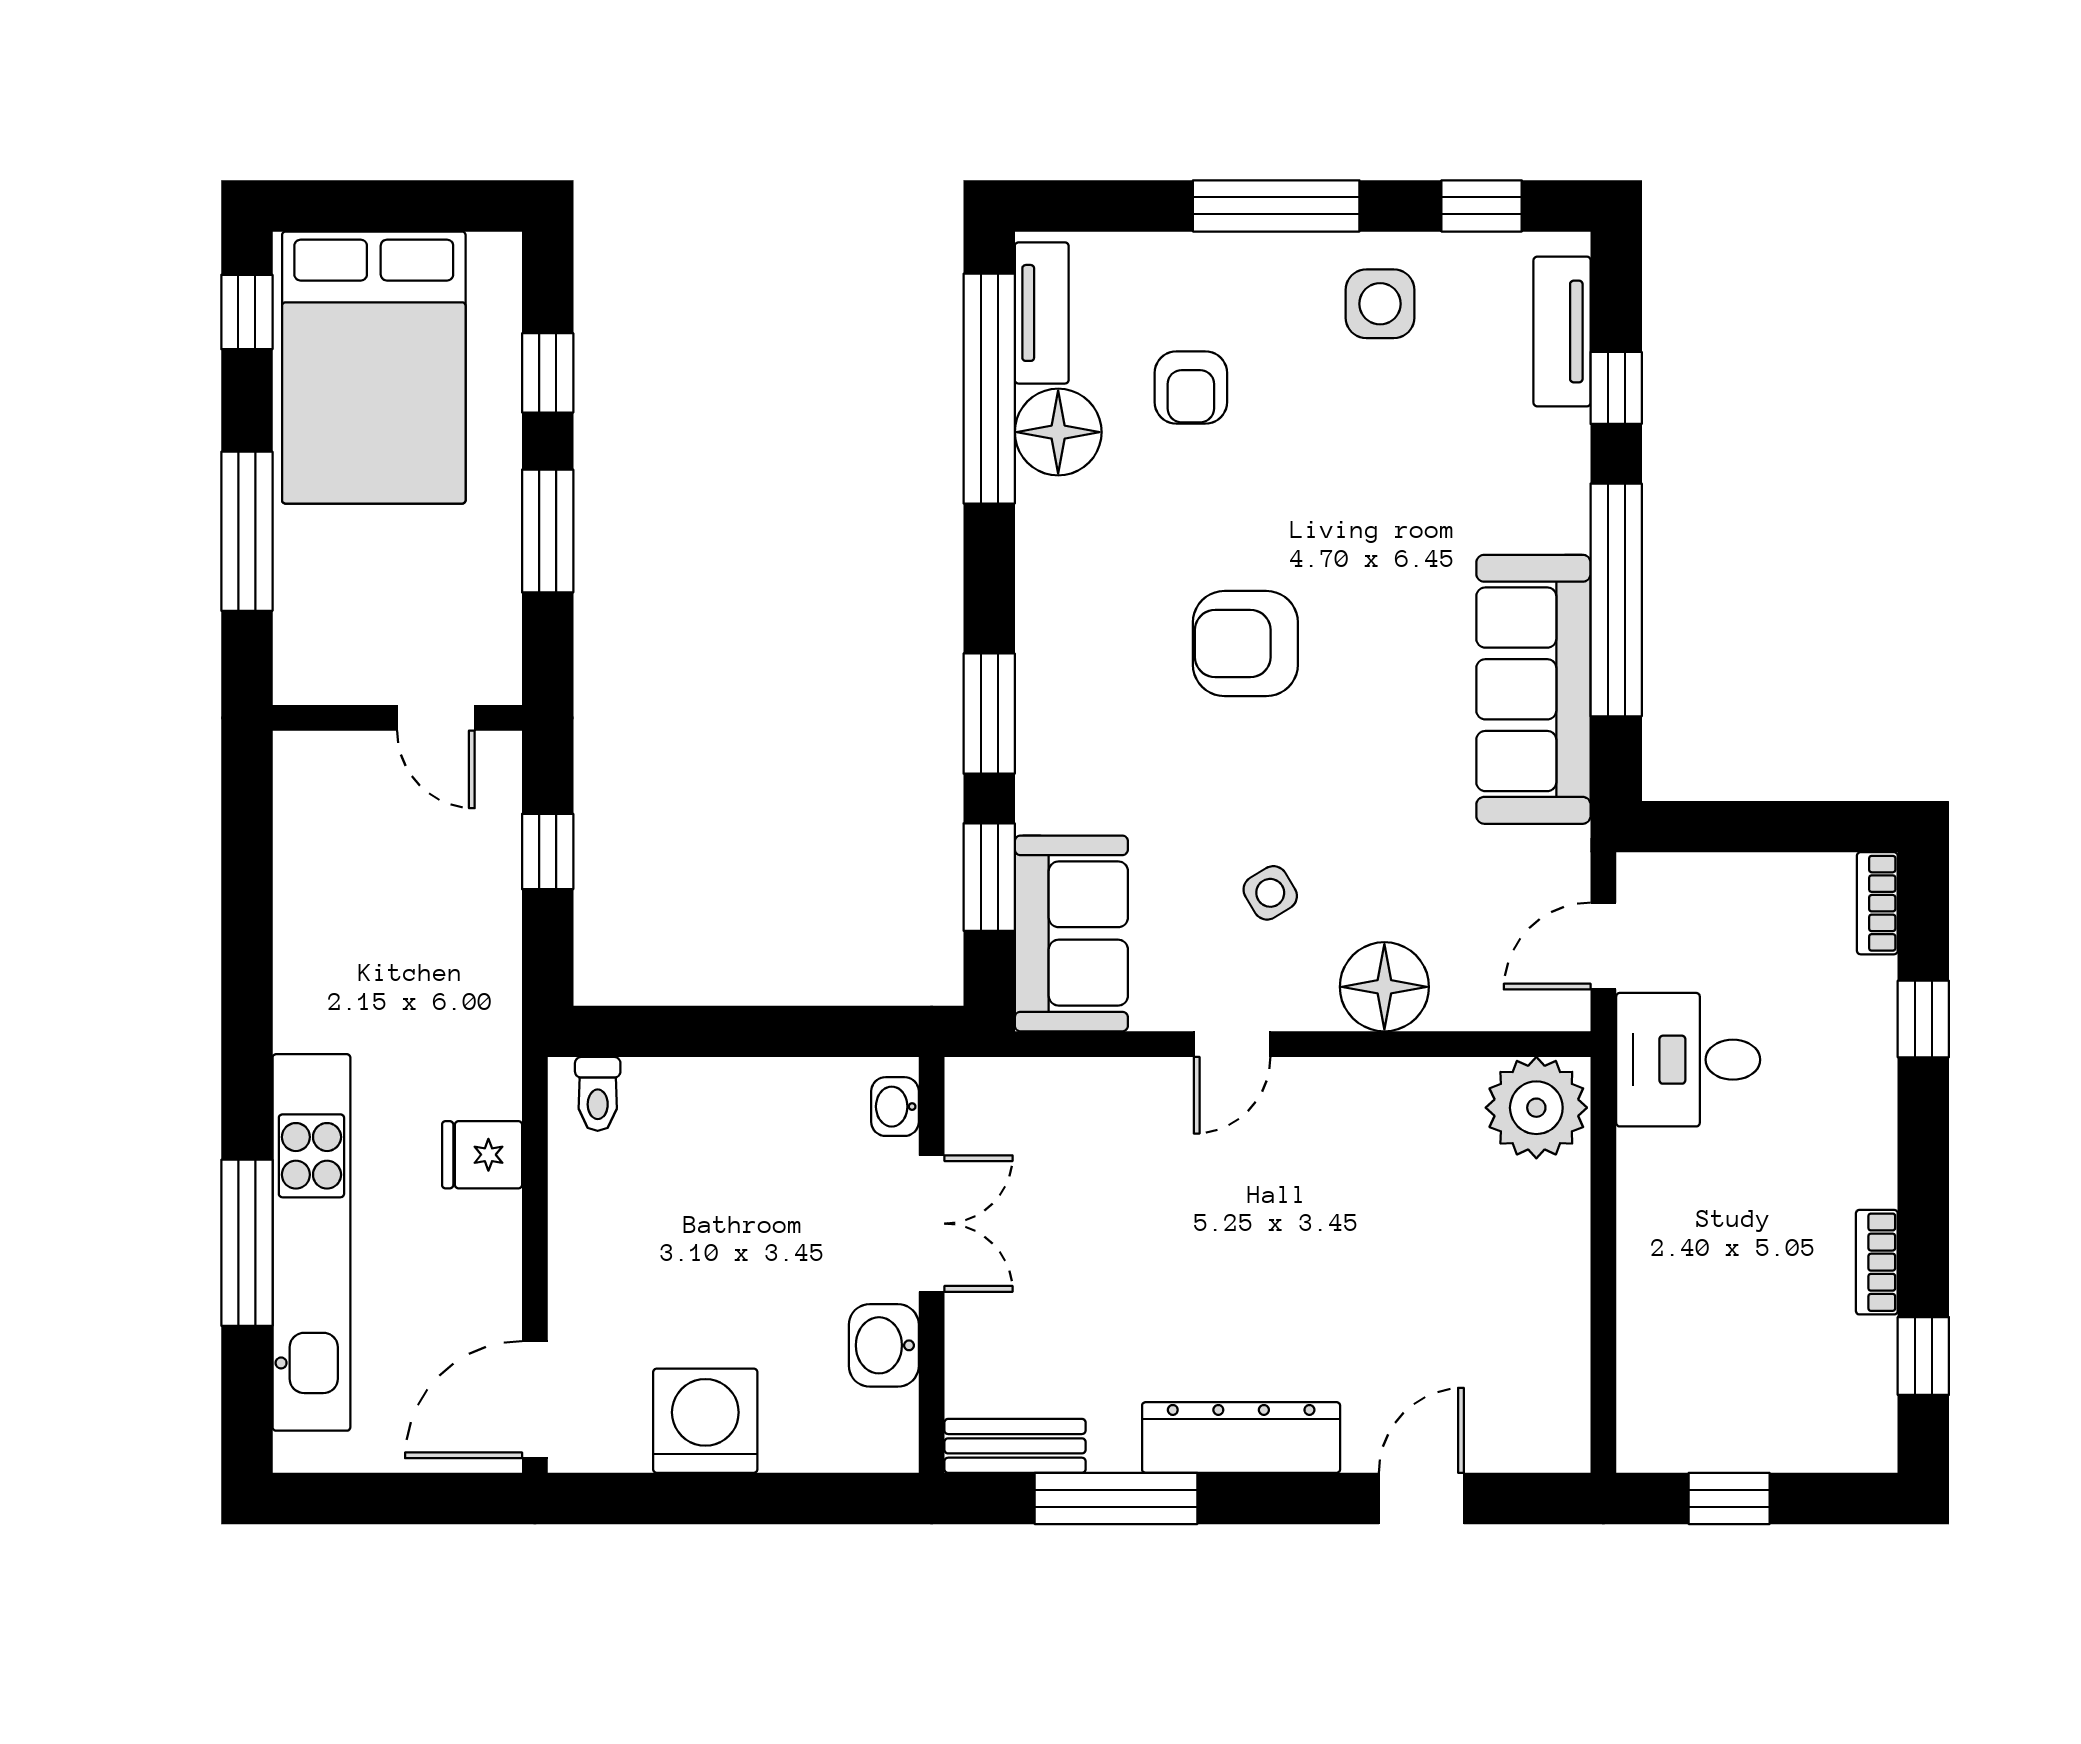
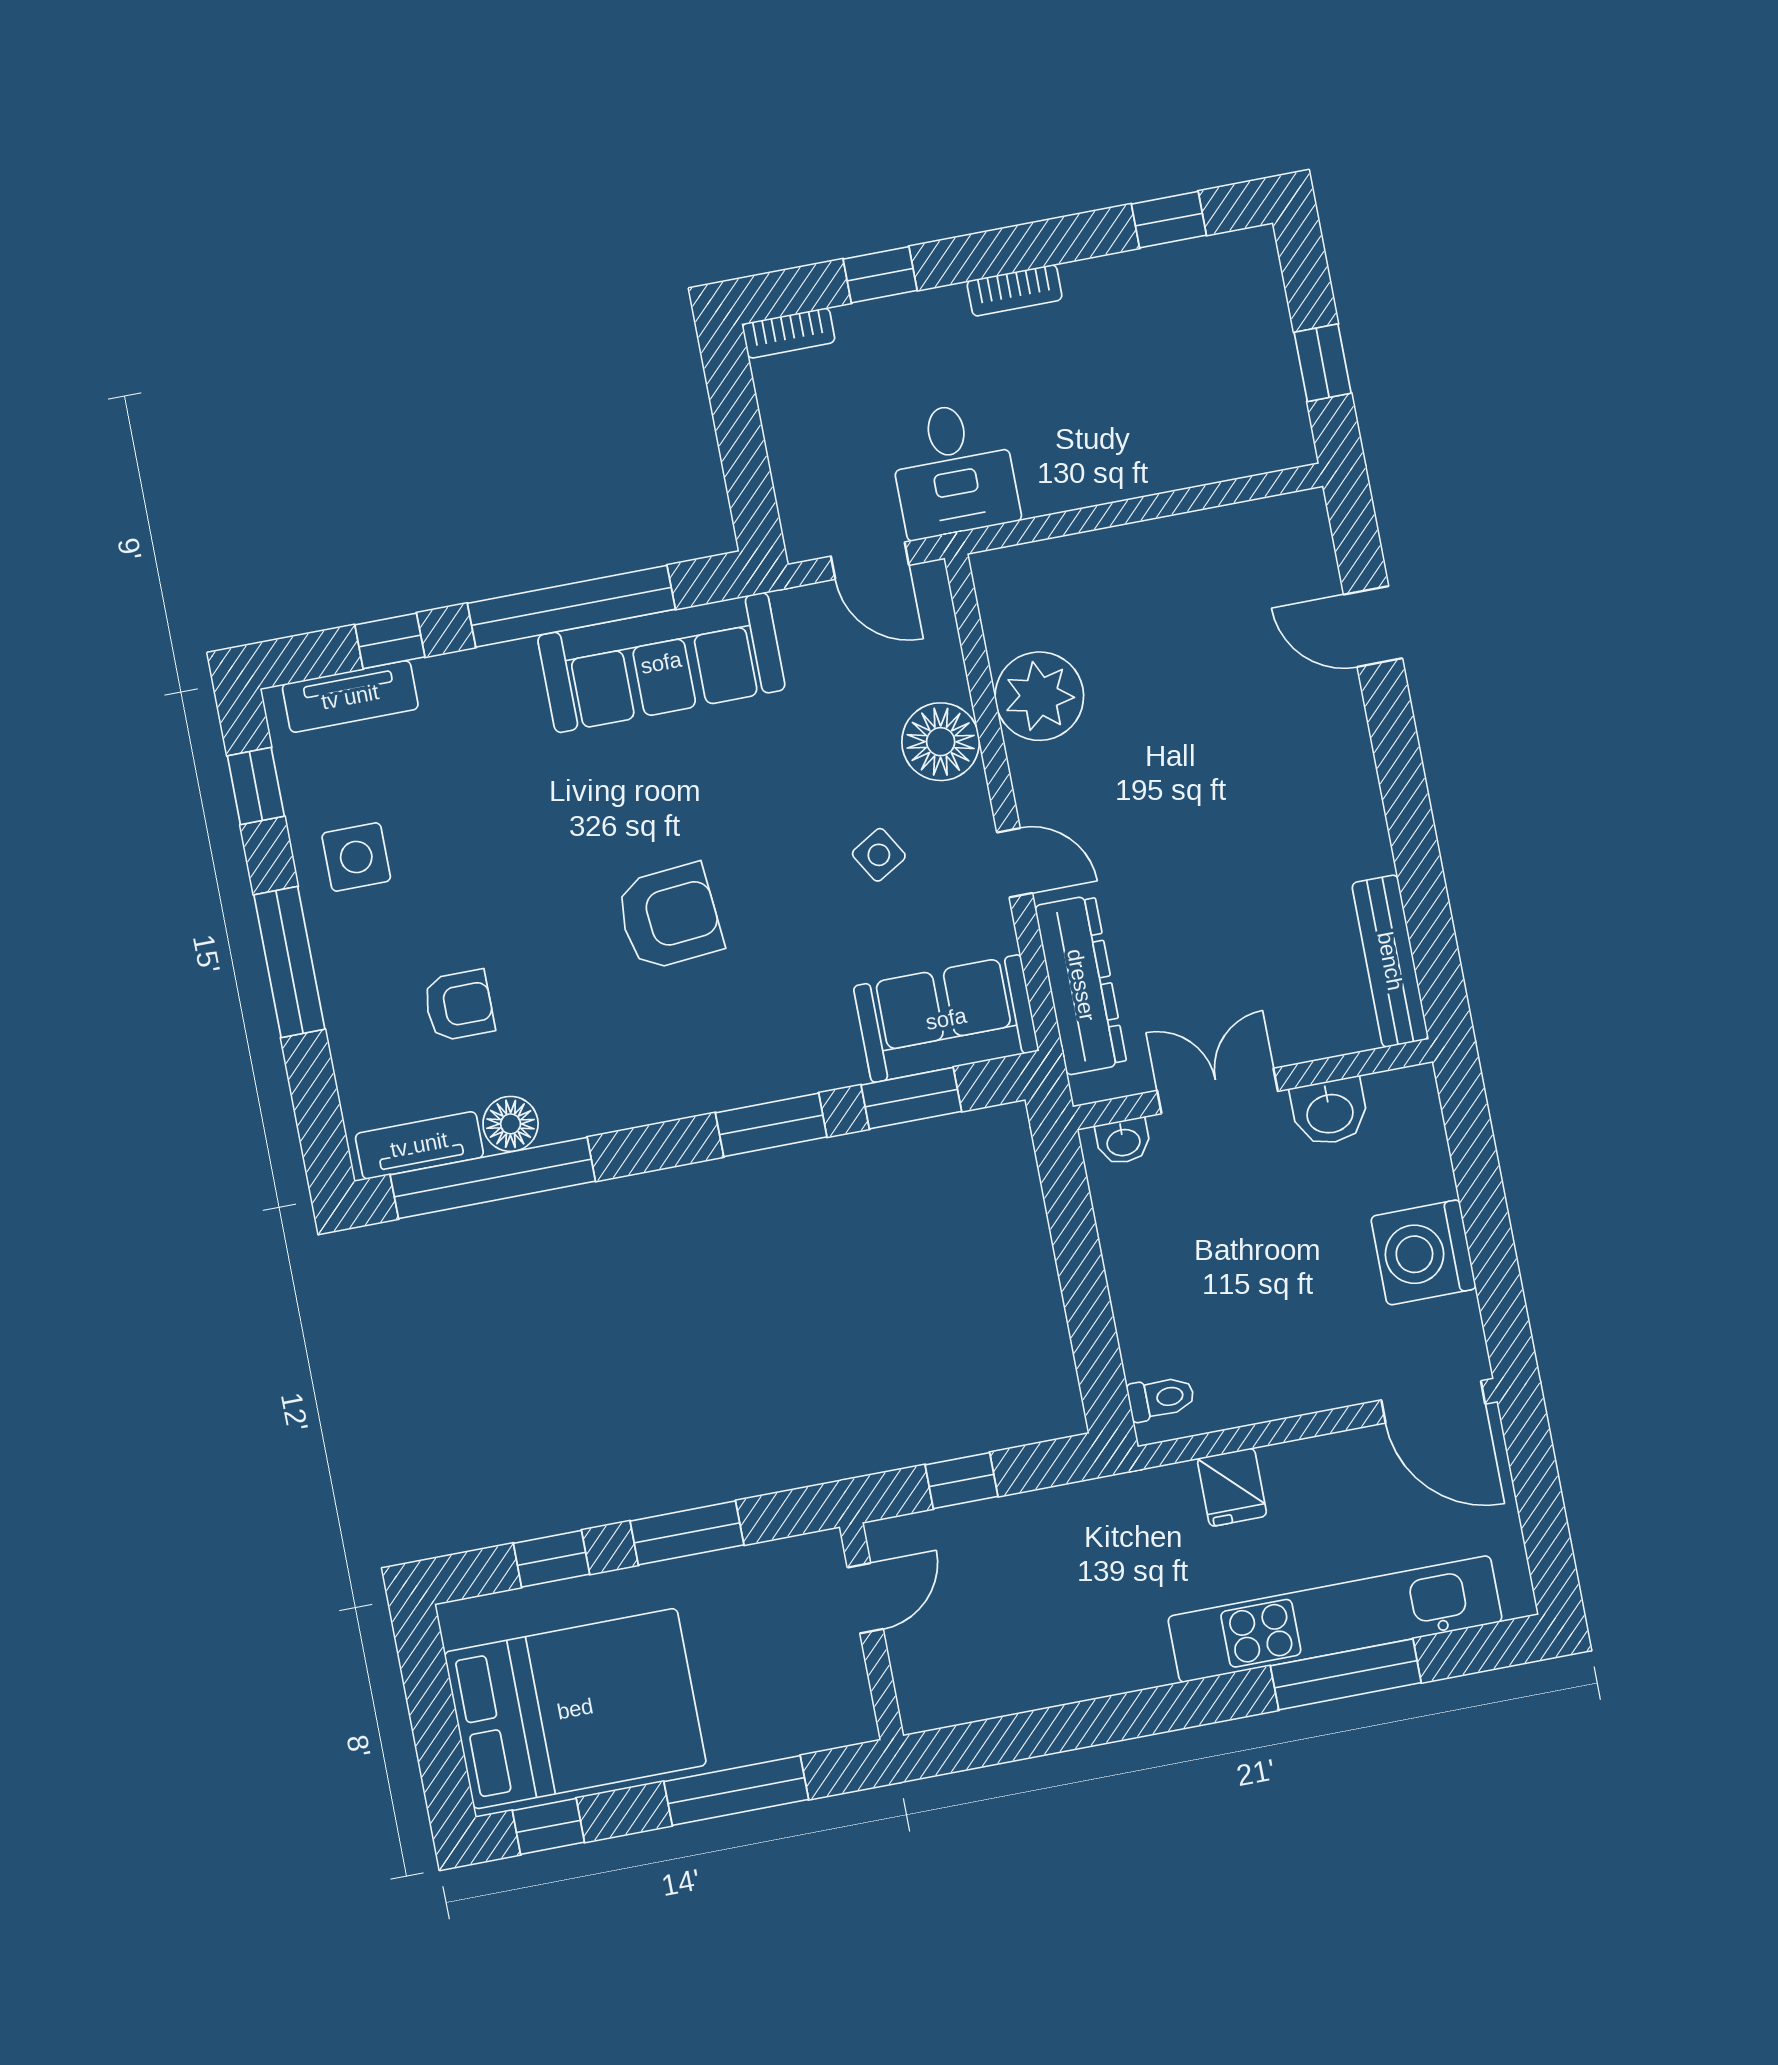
floor lamp: (1058, 432) -> (511, 1124), width x0.73, depth x0.73
armchair: (1245, 644) -> (669, 917), turned -95
plant: (1536, 1108) -> (1039, 696), moved
bookcase: (1877, 1262) -> (1015, 290), moved
dresser: (1241, 1438) -> (1081, 985), moved, turned 180
bench: (1015, 1446) -> (1390, 961), width x1.36
window: (1116, 1498) -> (1423, 888), removed

